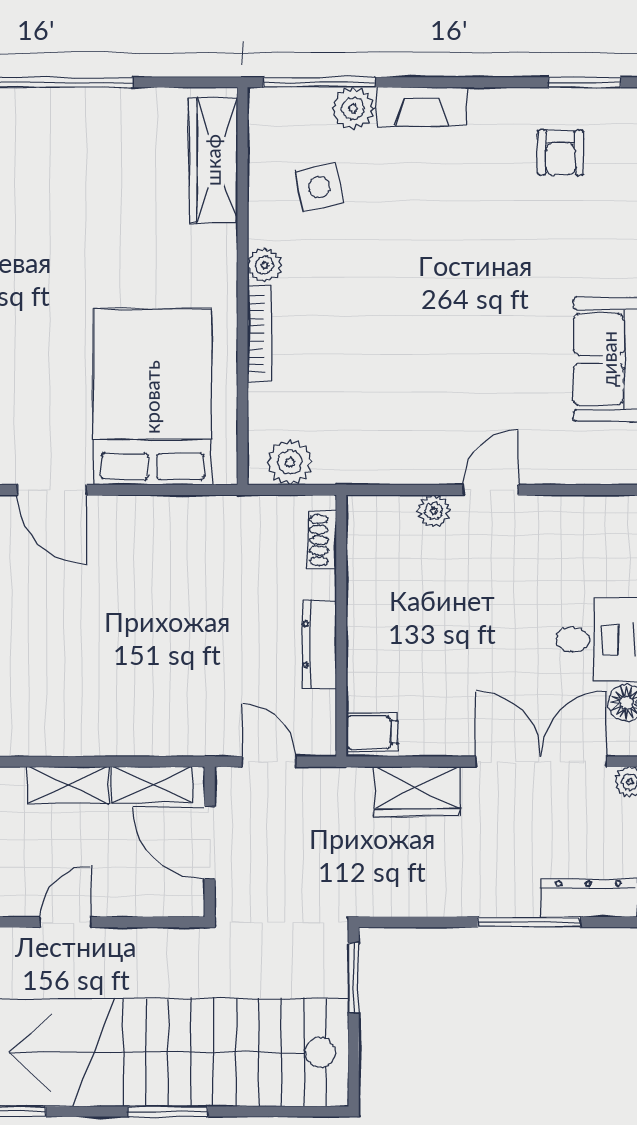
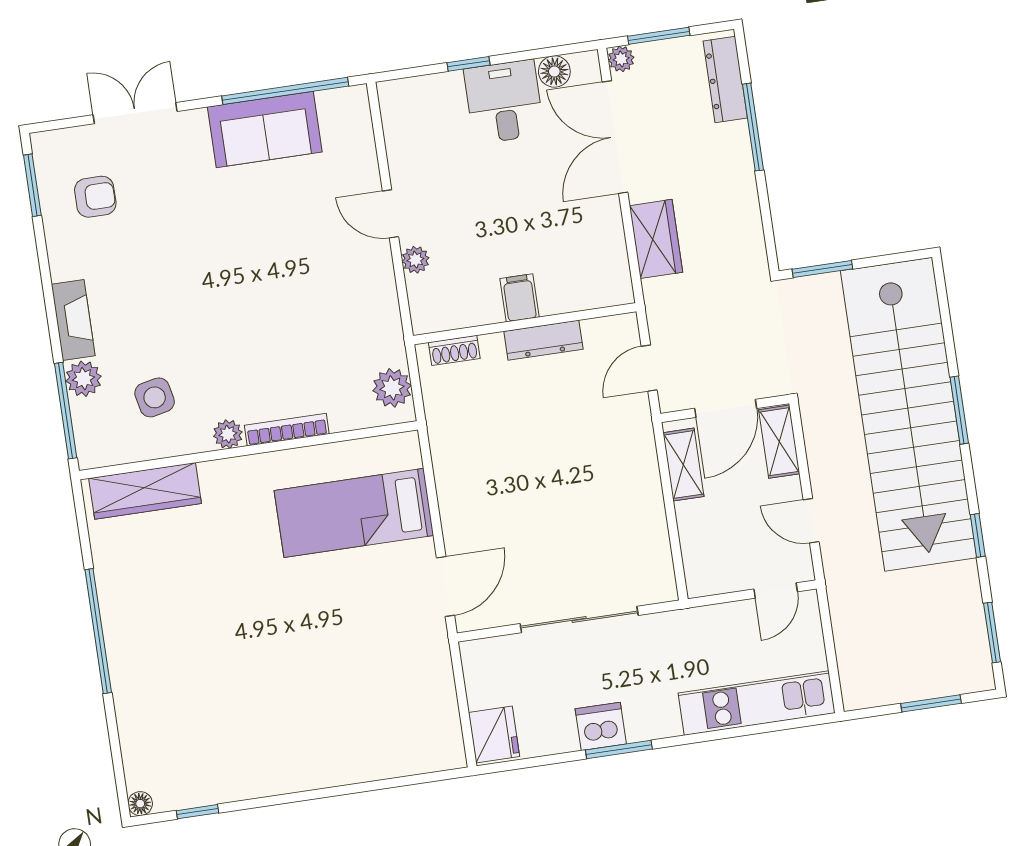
bed: (152, 397) -> (354, 513), width x0.67
filing cabinet: (372, 732) -> (520, 298), moved
shelving: (68, 785) -> (779, 442), moved

